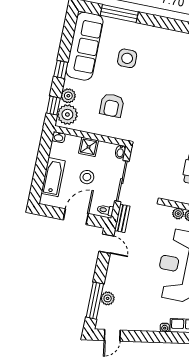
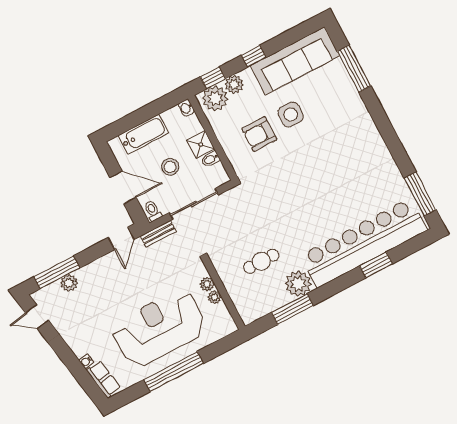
side table: (127, 58) -> (291, 114), moved
bidet: (120, 152) -> (211, 159), moved

